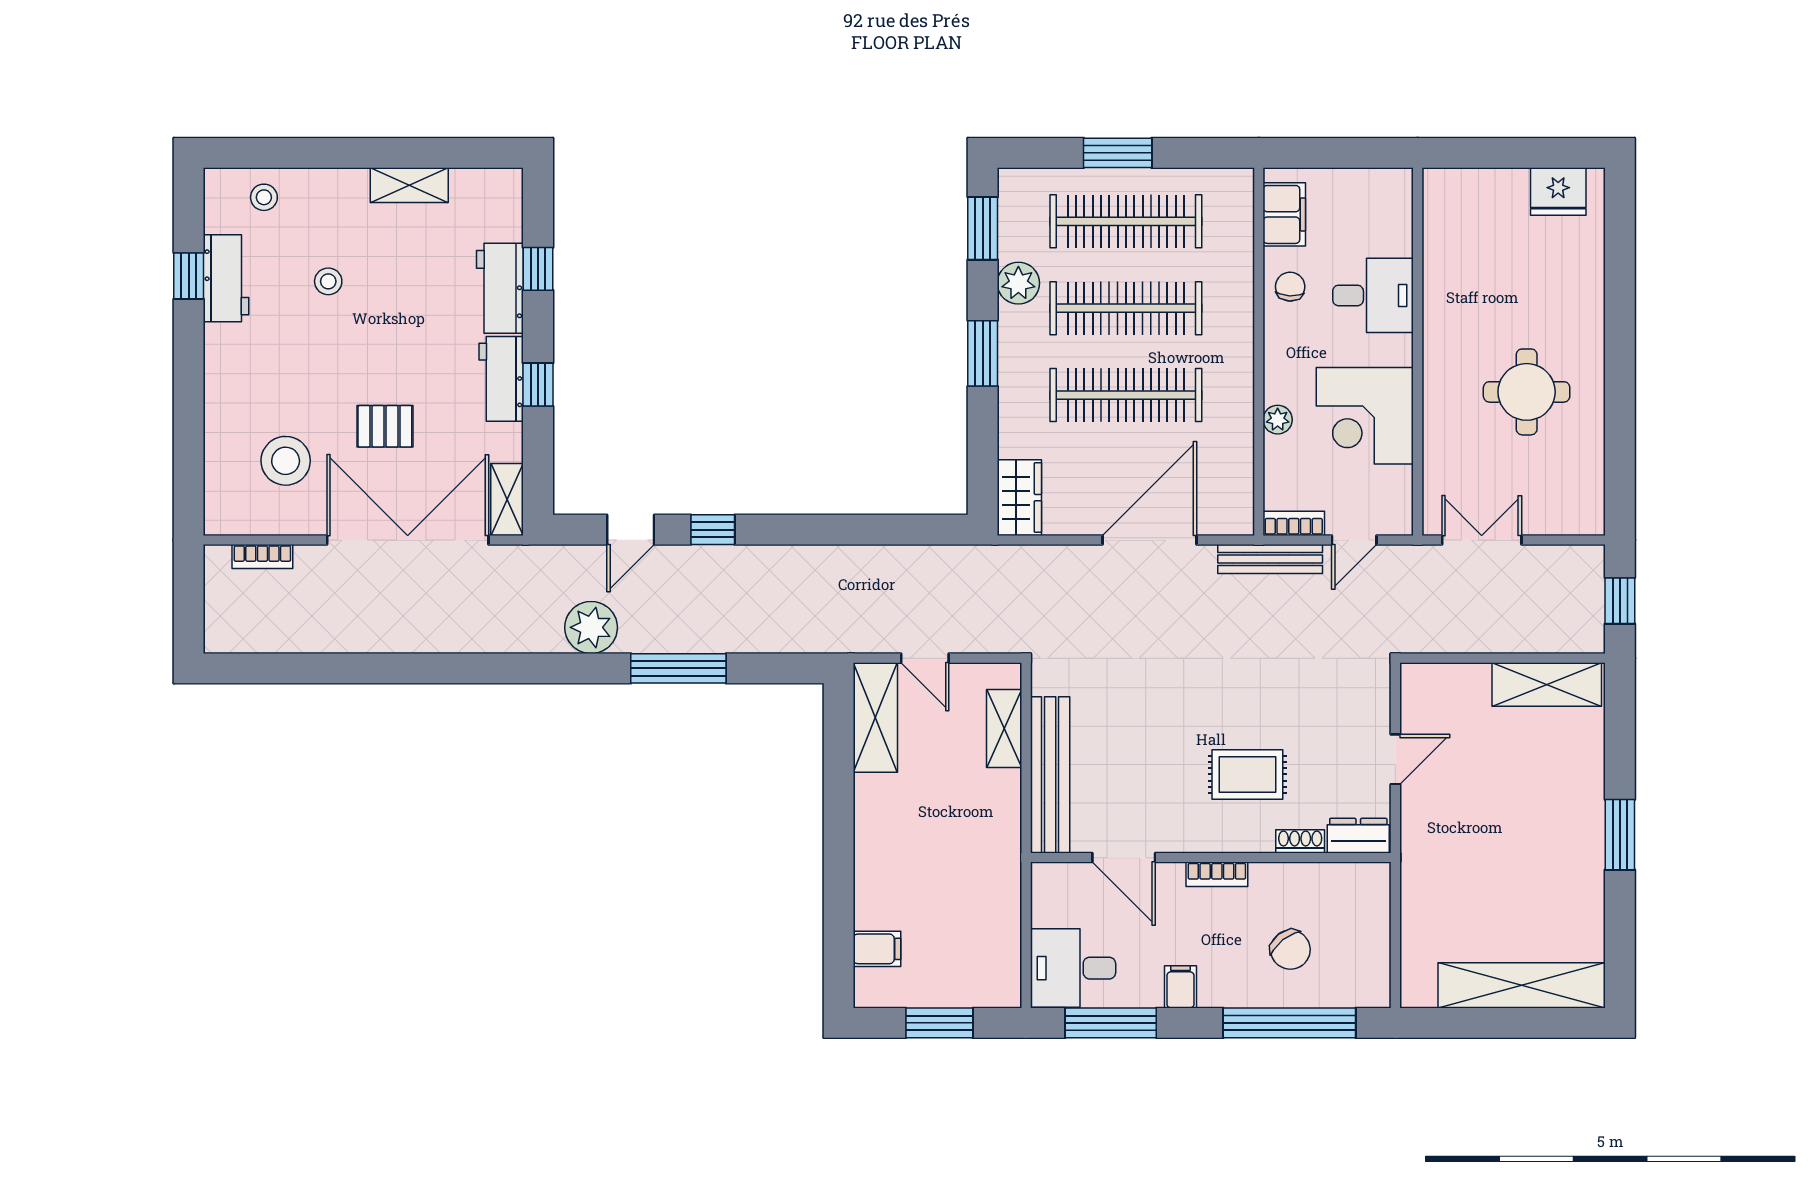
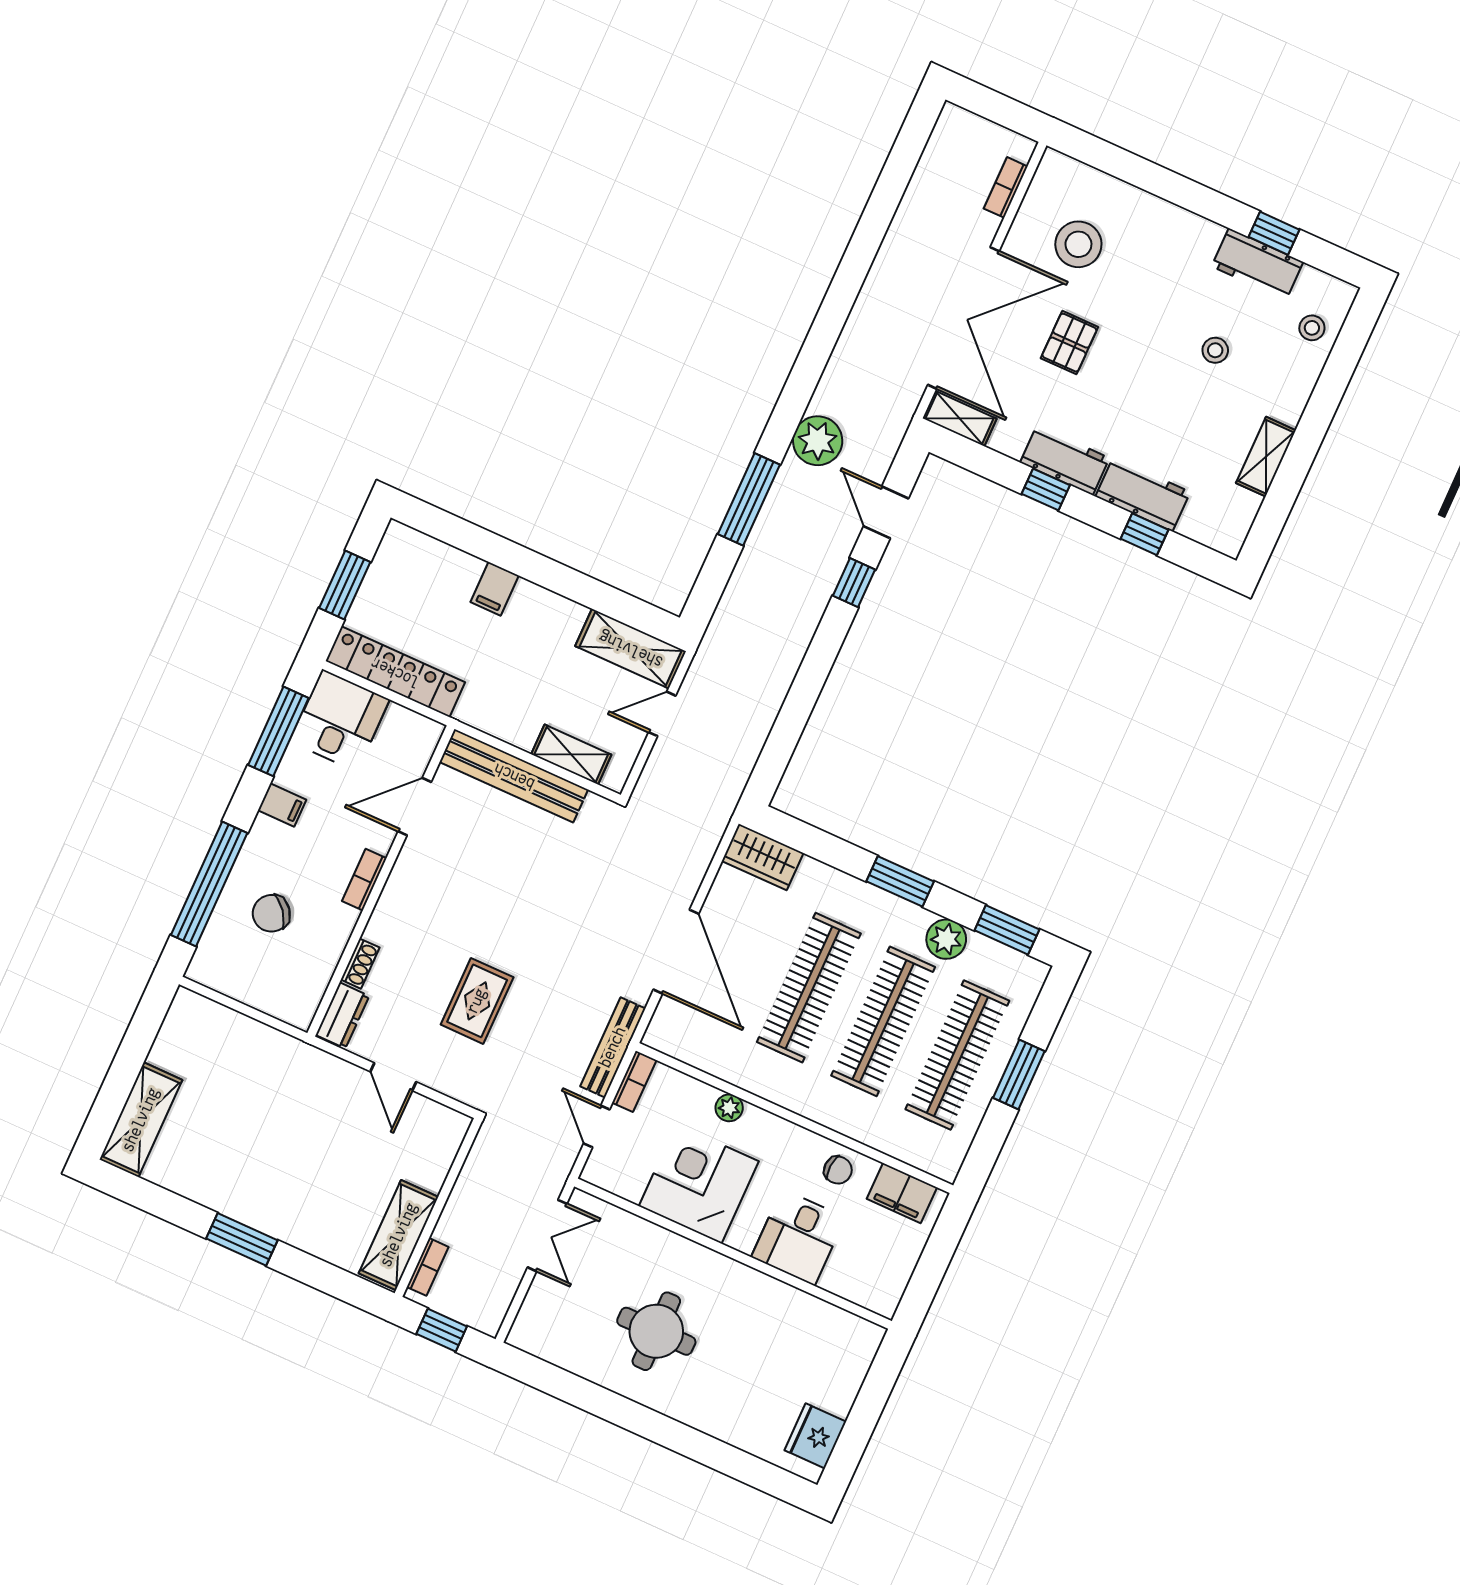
bookcase: (1565, 642) -> (428, 1267), added
rug: (1247, 774) -> (477, 1001), moved
locker: (1001, 936) -> (395, 672), added
filing cabinet: (877, 949) -> (495, 589), moved
shelving: (1522, 985) -> (141, 1120), width x0.68

